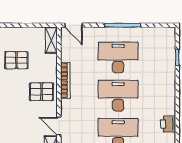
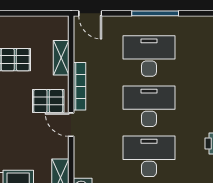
shelving: (51, 40) -> (61, 58), moved
door: (59, 126) -> (71, 125), moved

